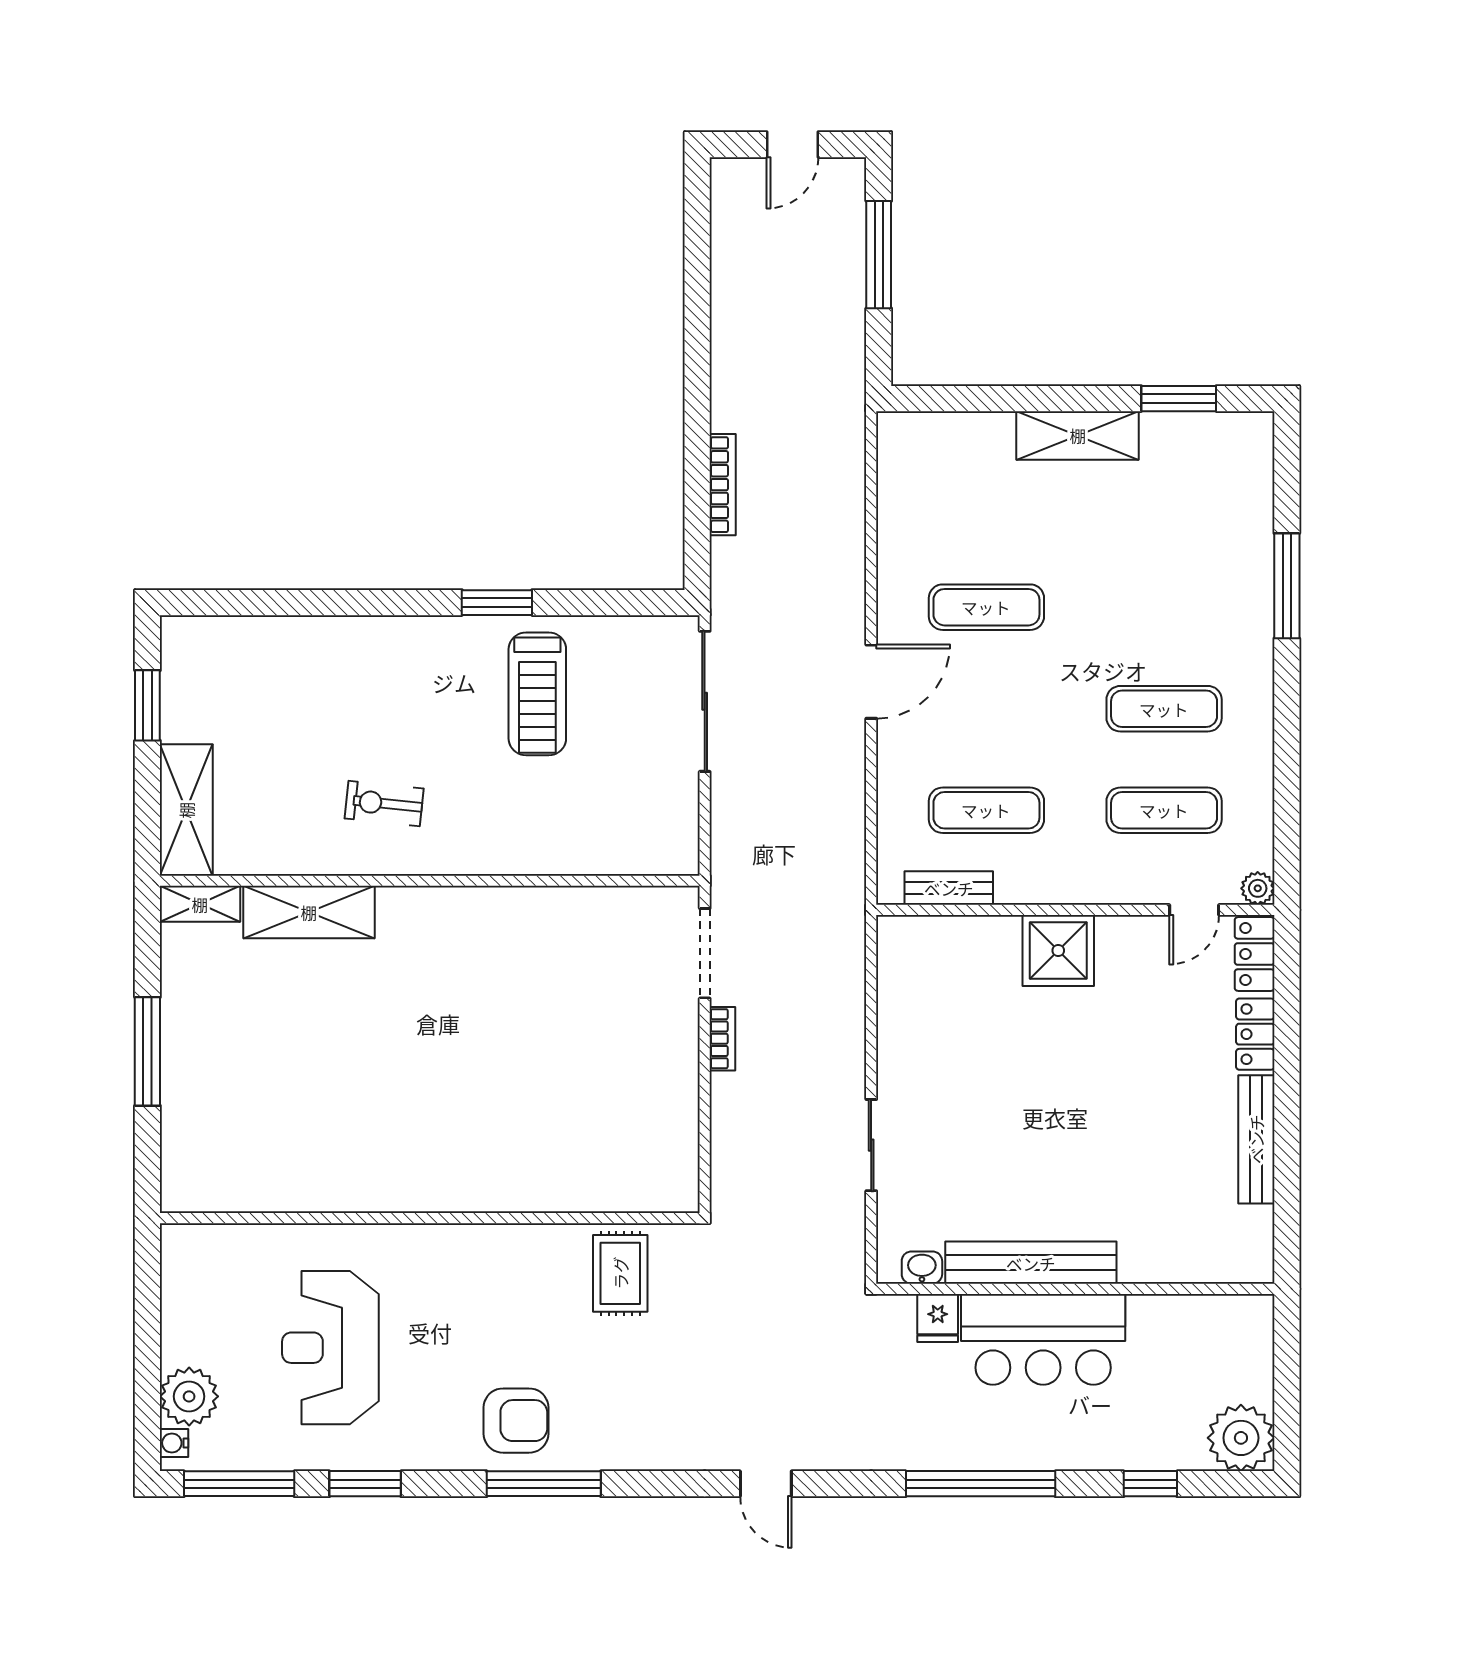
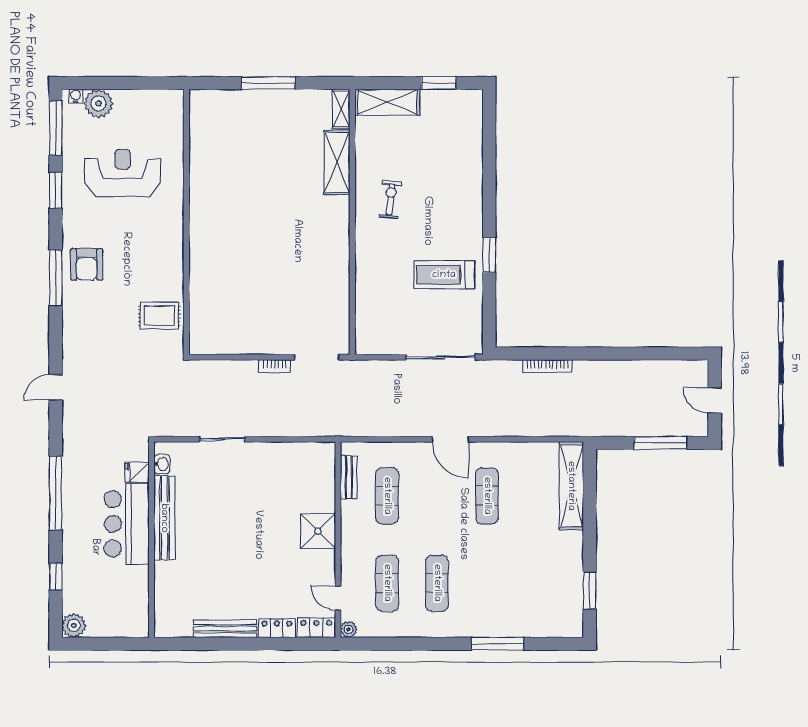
shelving: (1078, 435) -> (571, 486), moved, width x1.47
plant: (1241, 1438) -> (74, 626), width x0.73, depth x0.73

